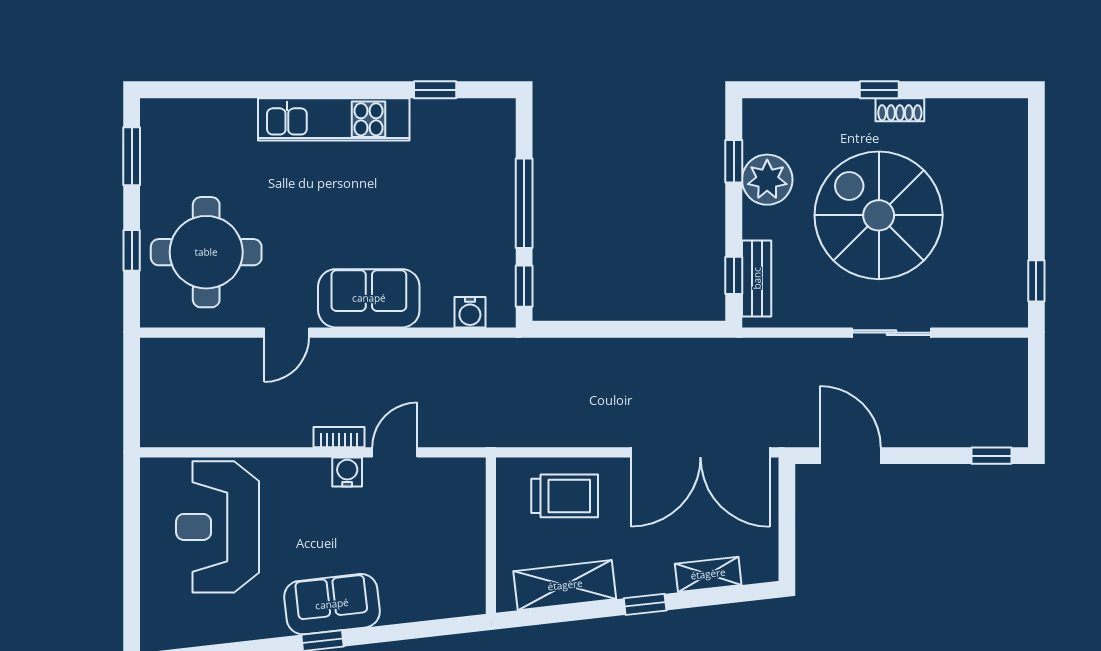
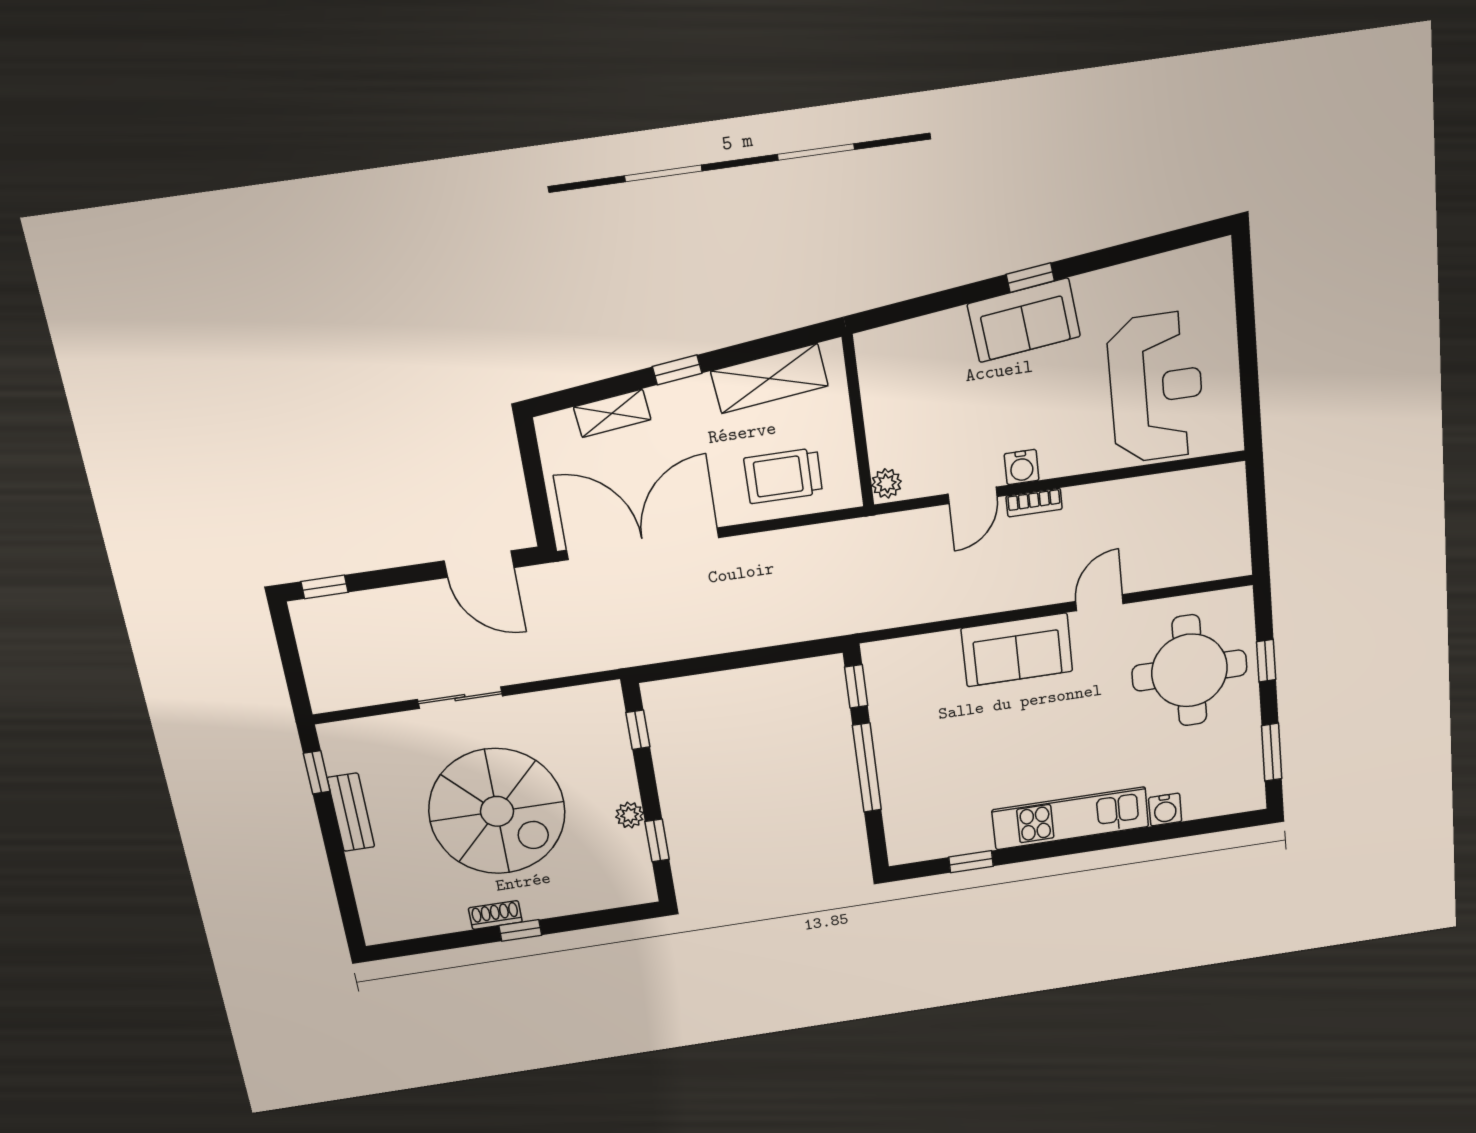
plant: (767, 180) -> (630, 815), width x0.53, depth x0.53
bench: (757, 278) -> (351, 812), moved
water cooler: (470, 312) -> (1165, 810), moved, turned 180
plant: (472, 475) -> (887, 483), added

